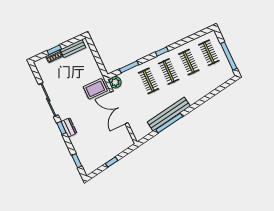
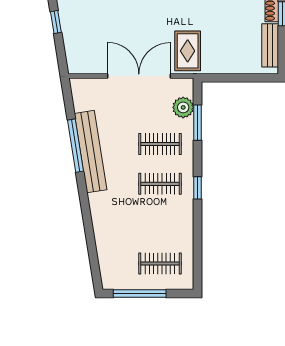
clothes rail: (189, 62) -> (160, 224), removed
plant: (115, 82) -> (183, 107), moved

